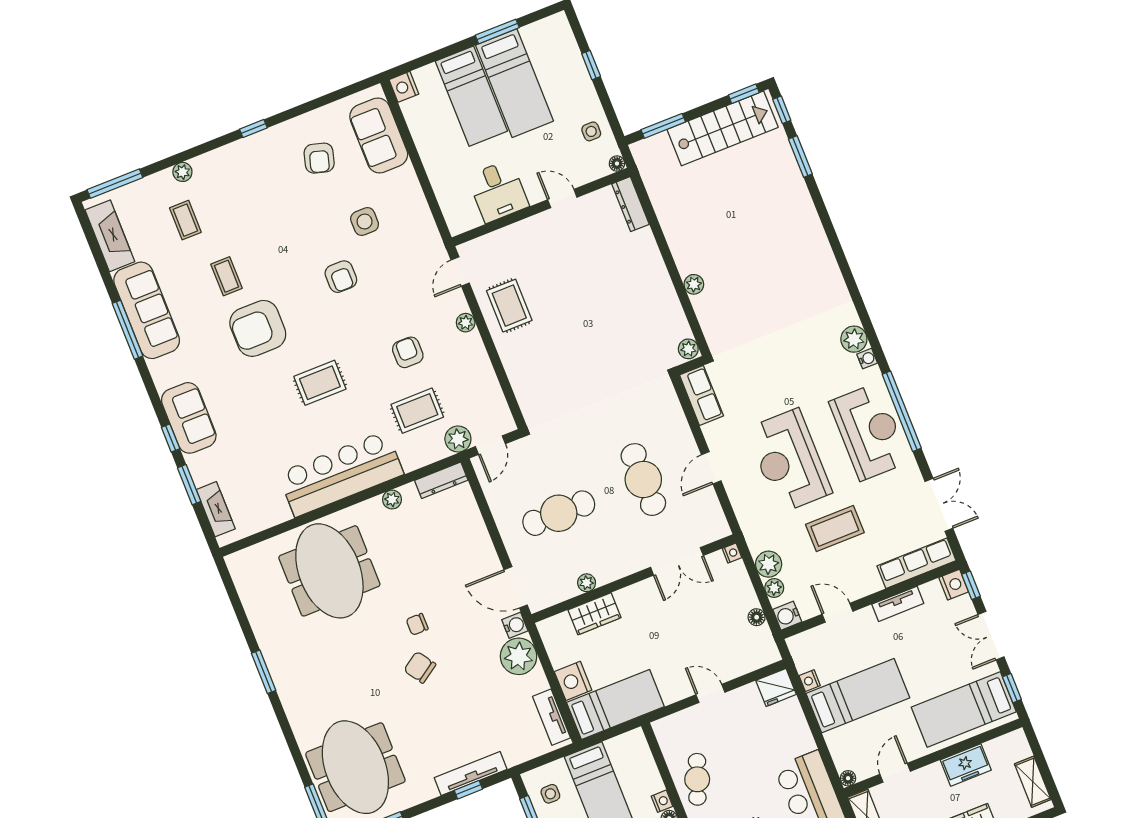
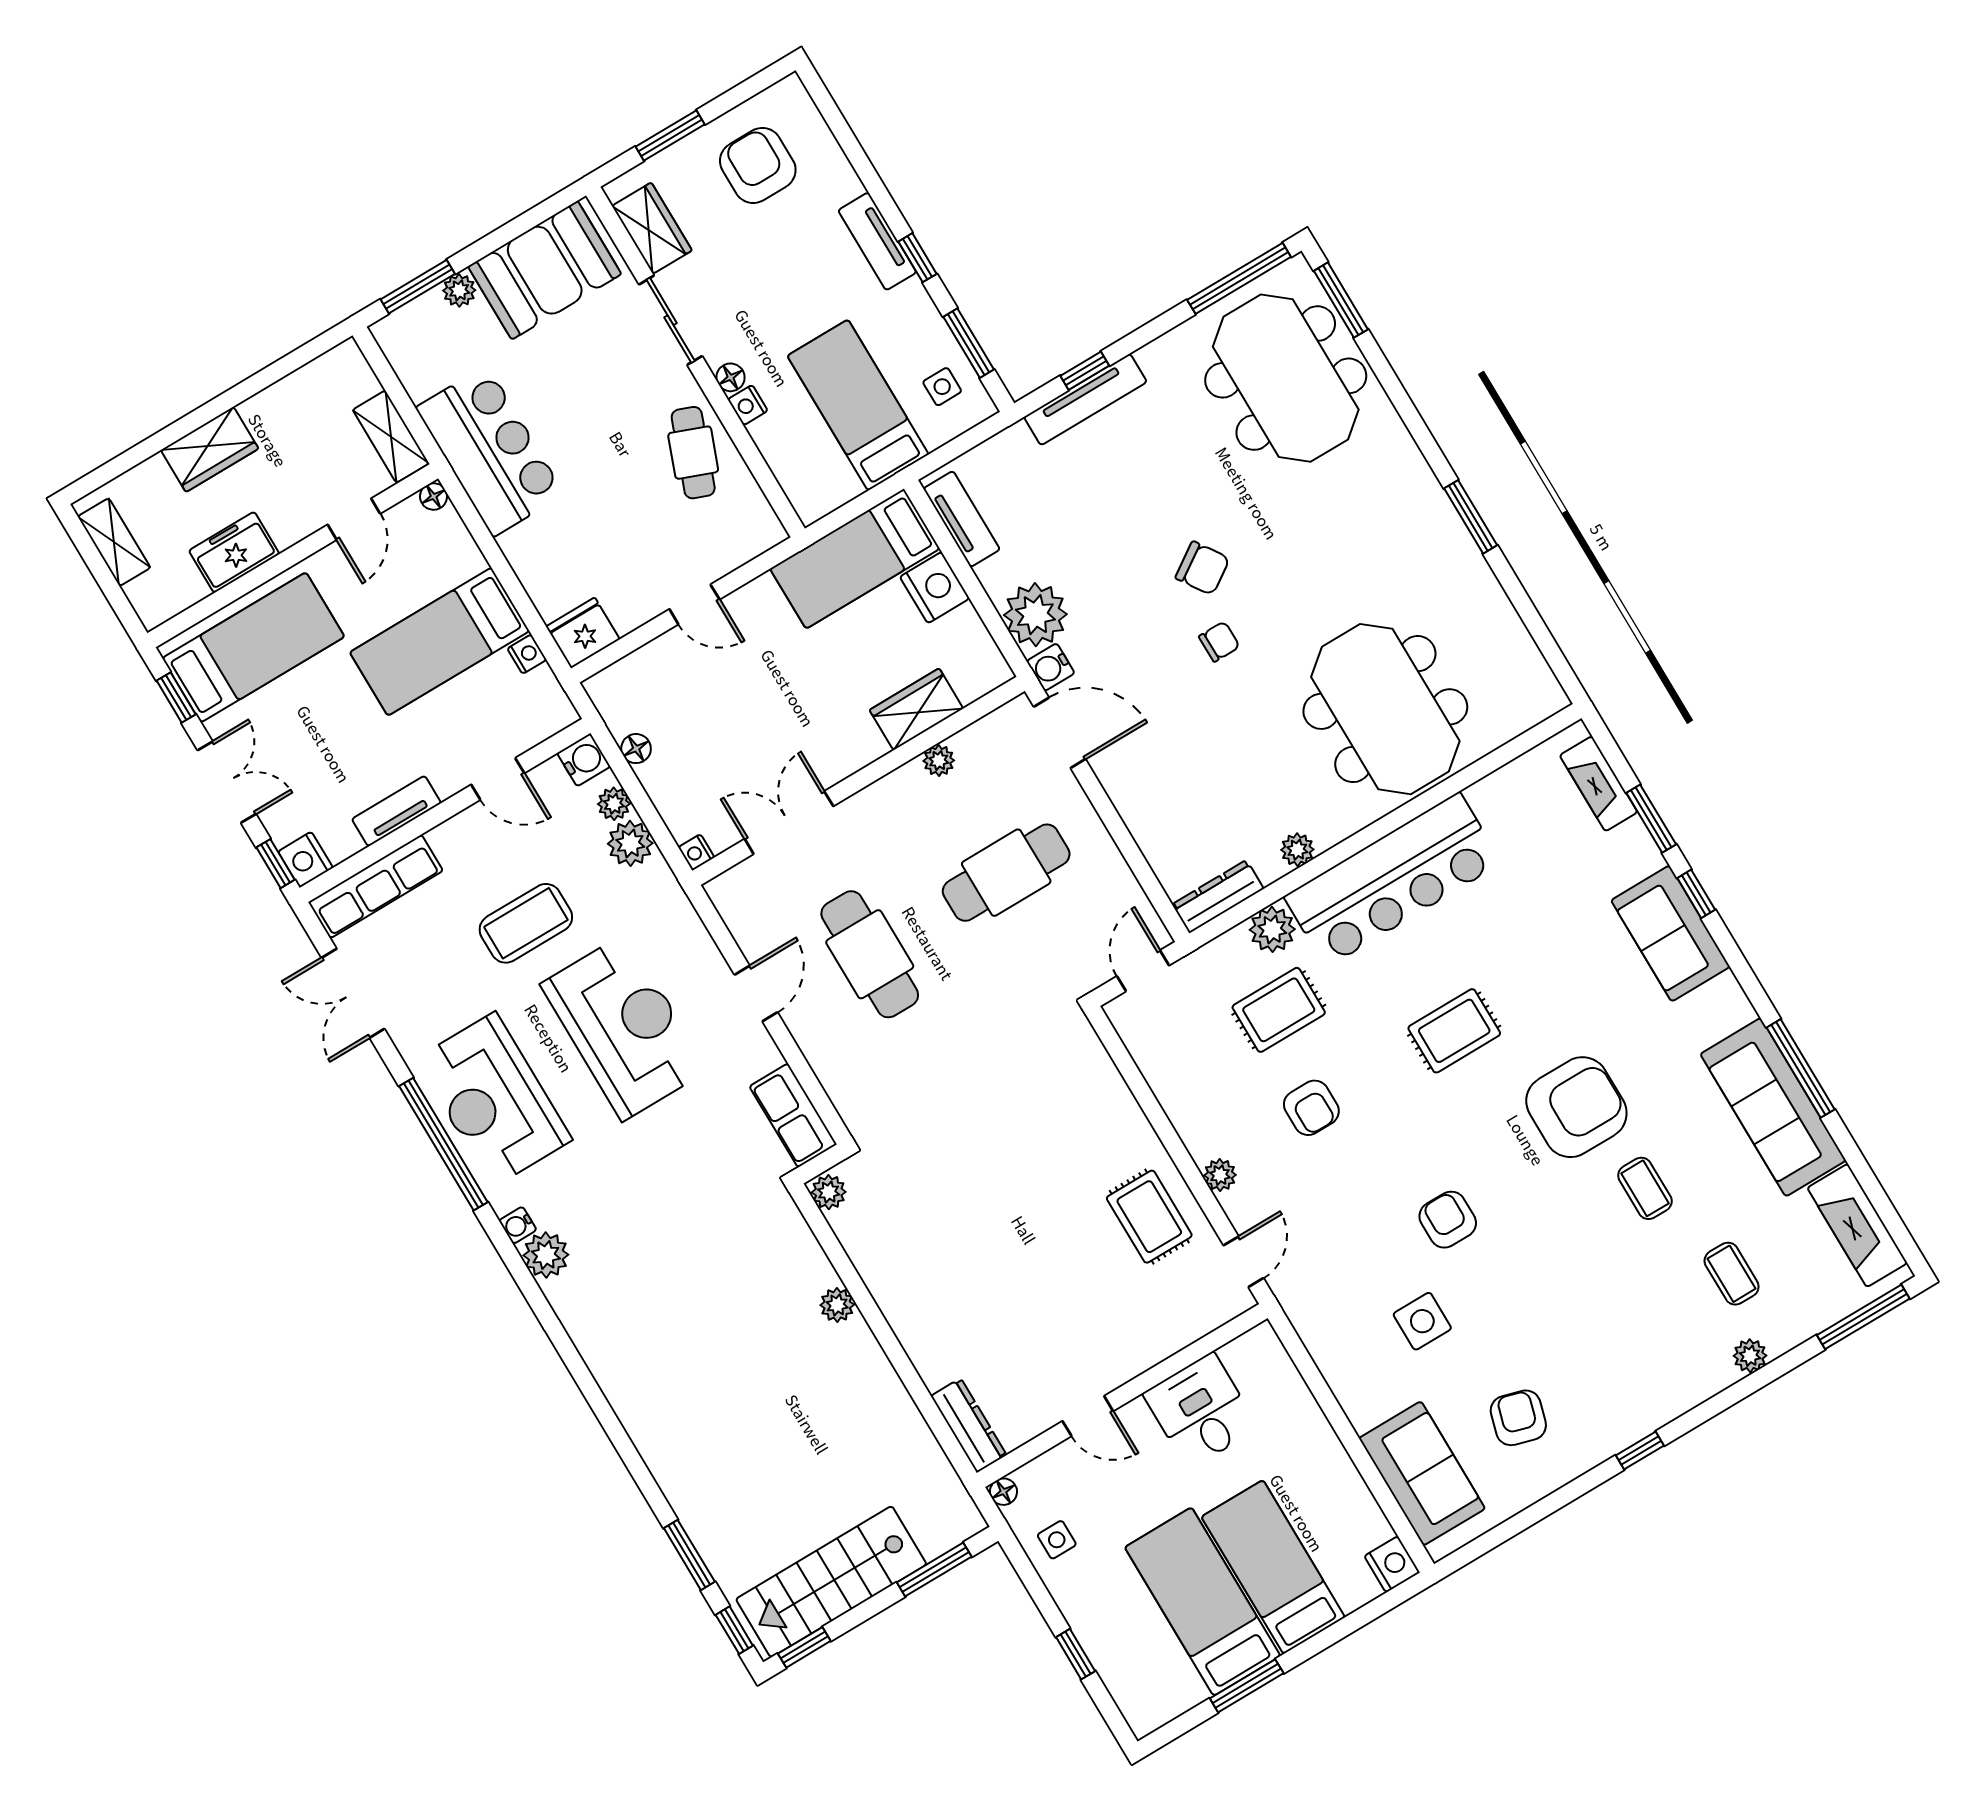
plant: (458, 439) -> (1272, 929), moved

